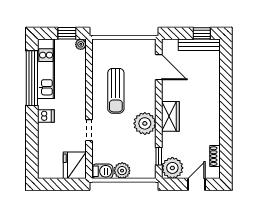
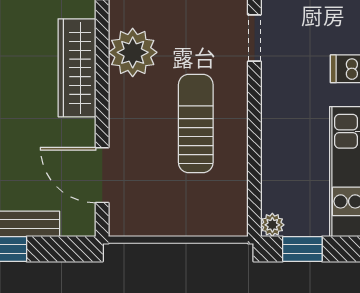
wardrobe: (170, 116) -> (77, 68), width x1.50

